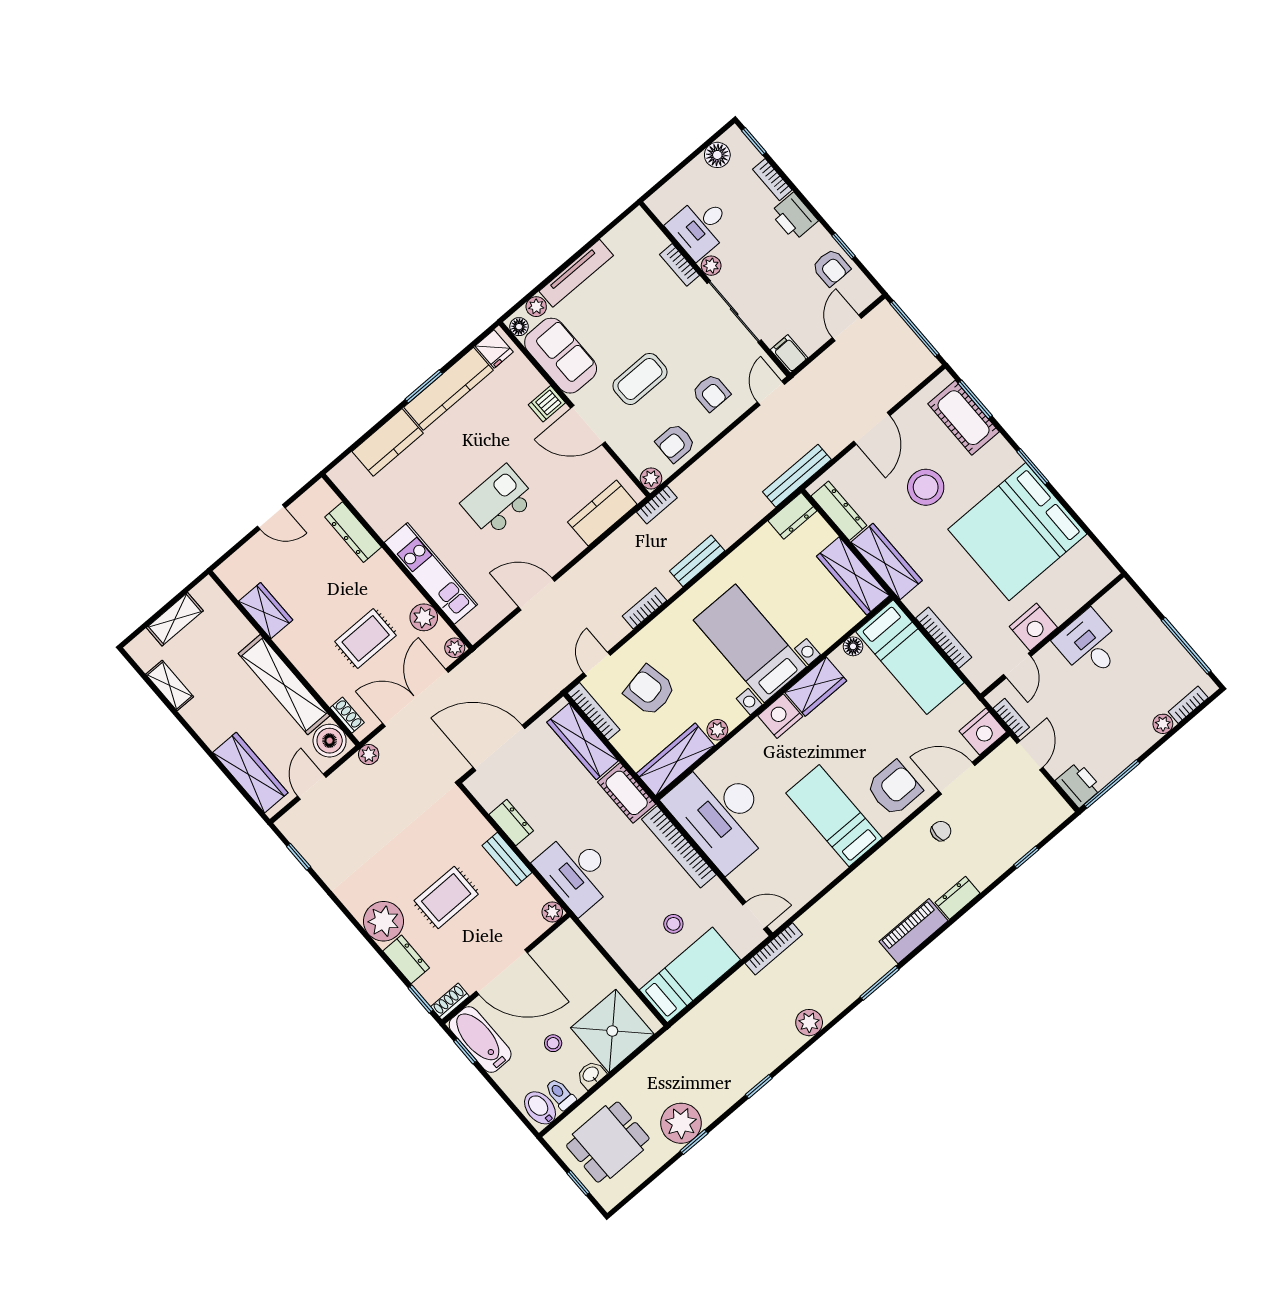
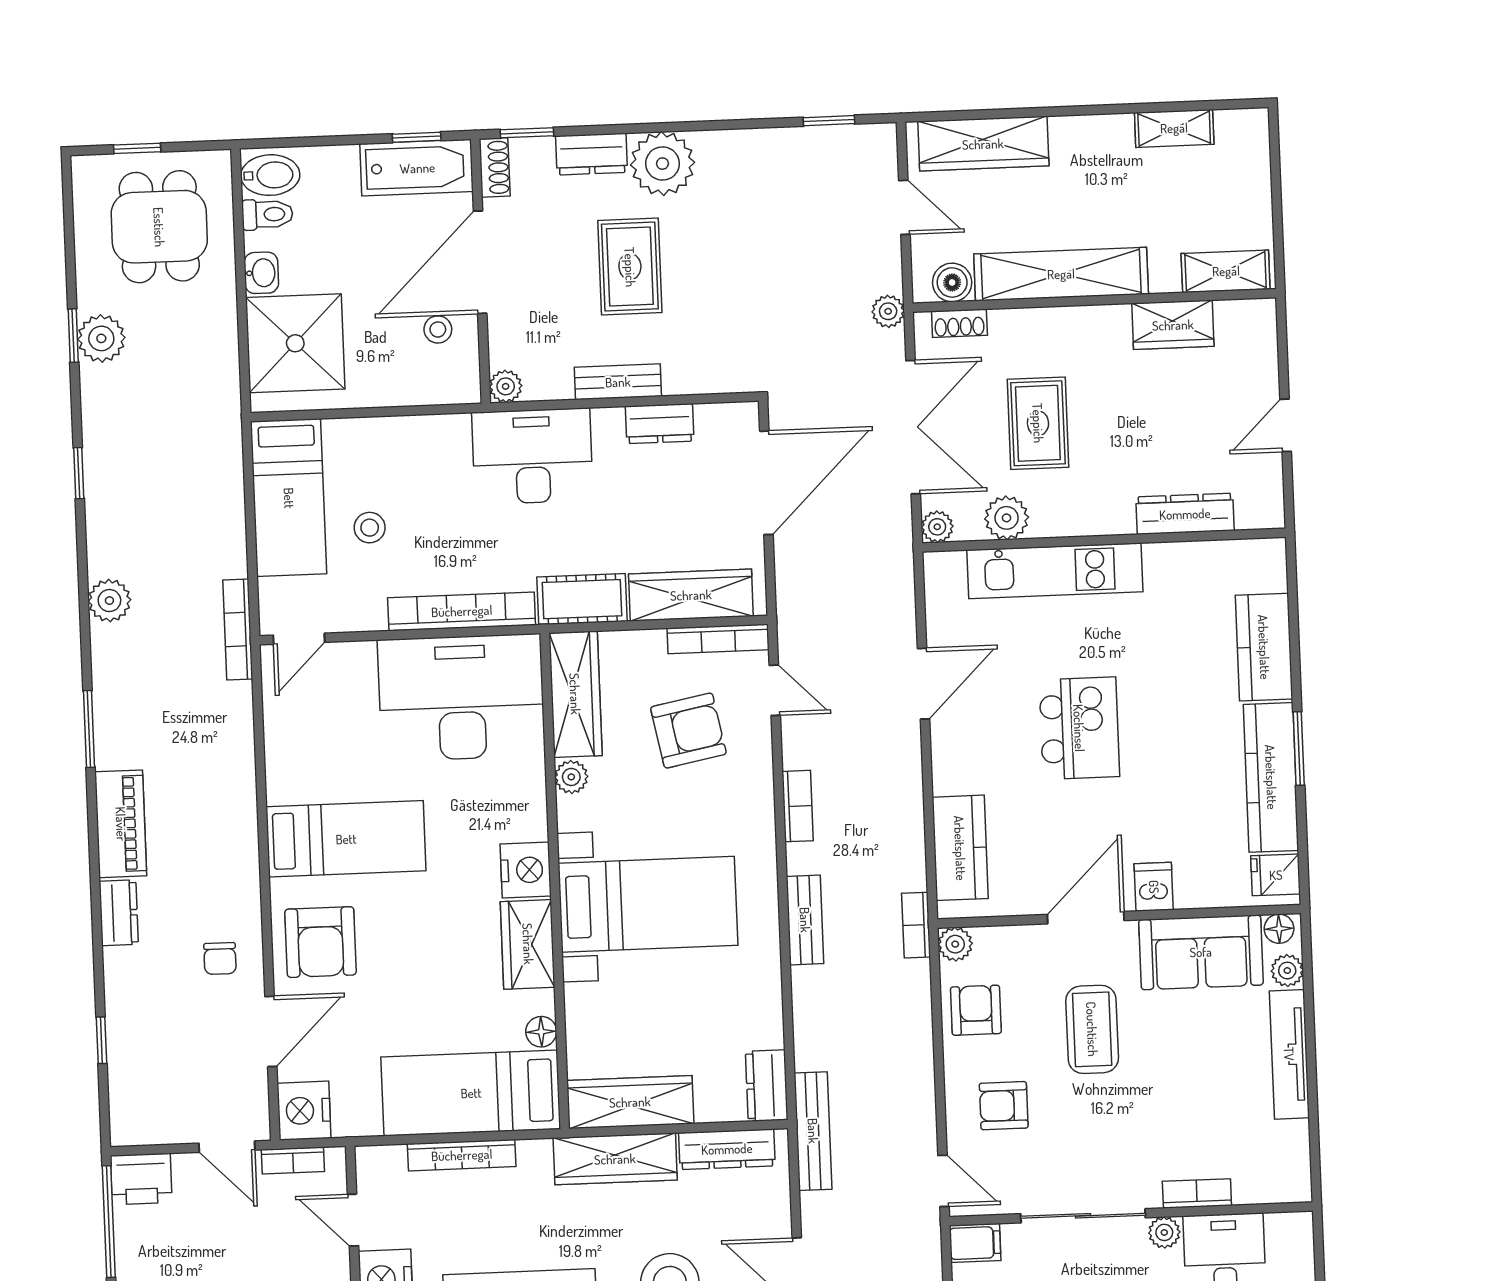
shelving: (175, 619) -> (1226, 271), moved, turned 90
boiler: (330, 741) -> (952, 282), width x0.73, depth x0.73
stool: (553, 1043) -> (438, 329), moved
plant: (681, 1123) -> (101, 338), width x0.73, depth x0.73

